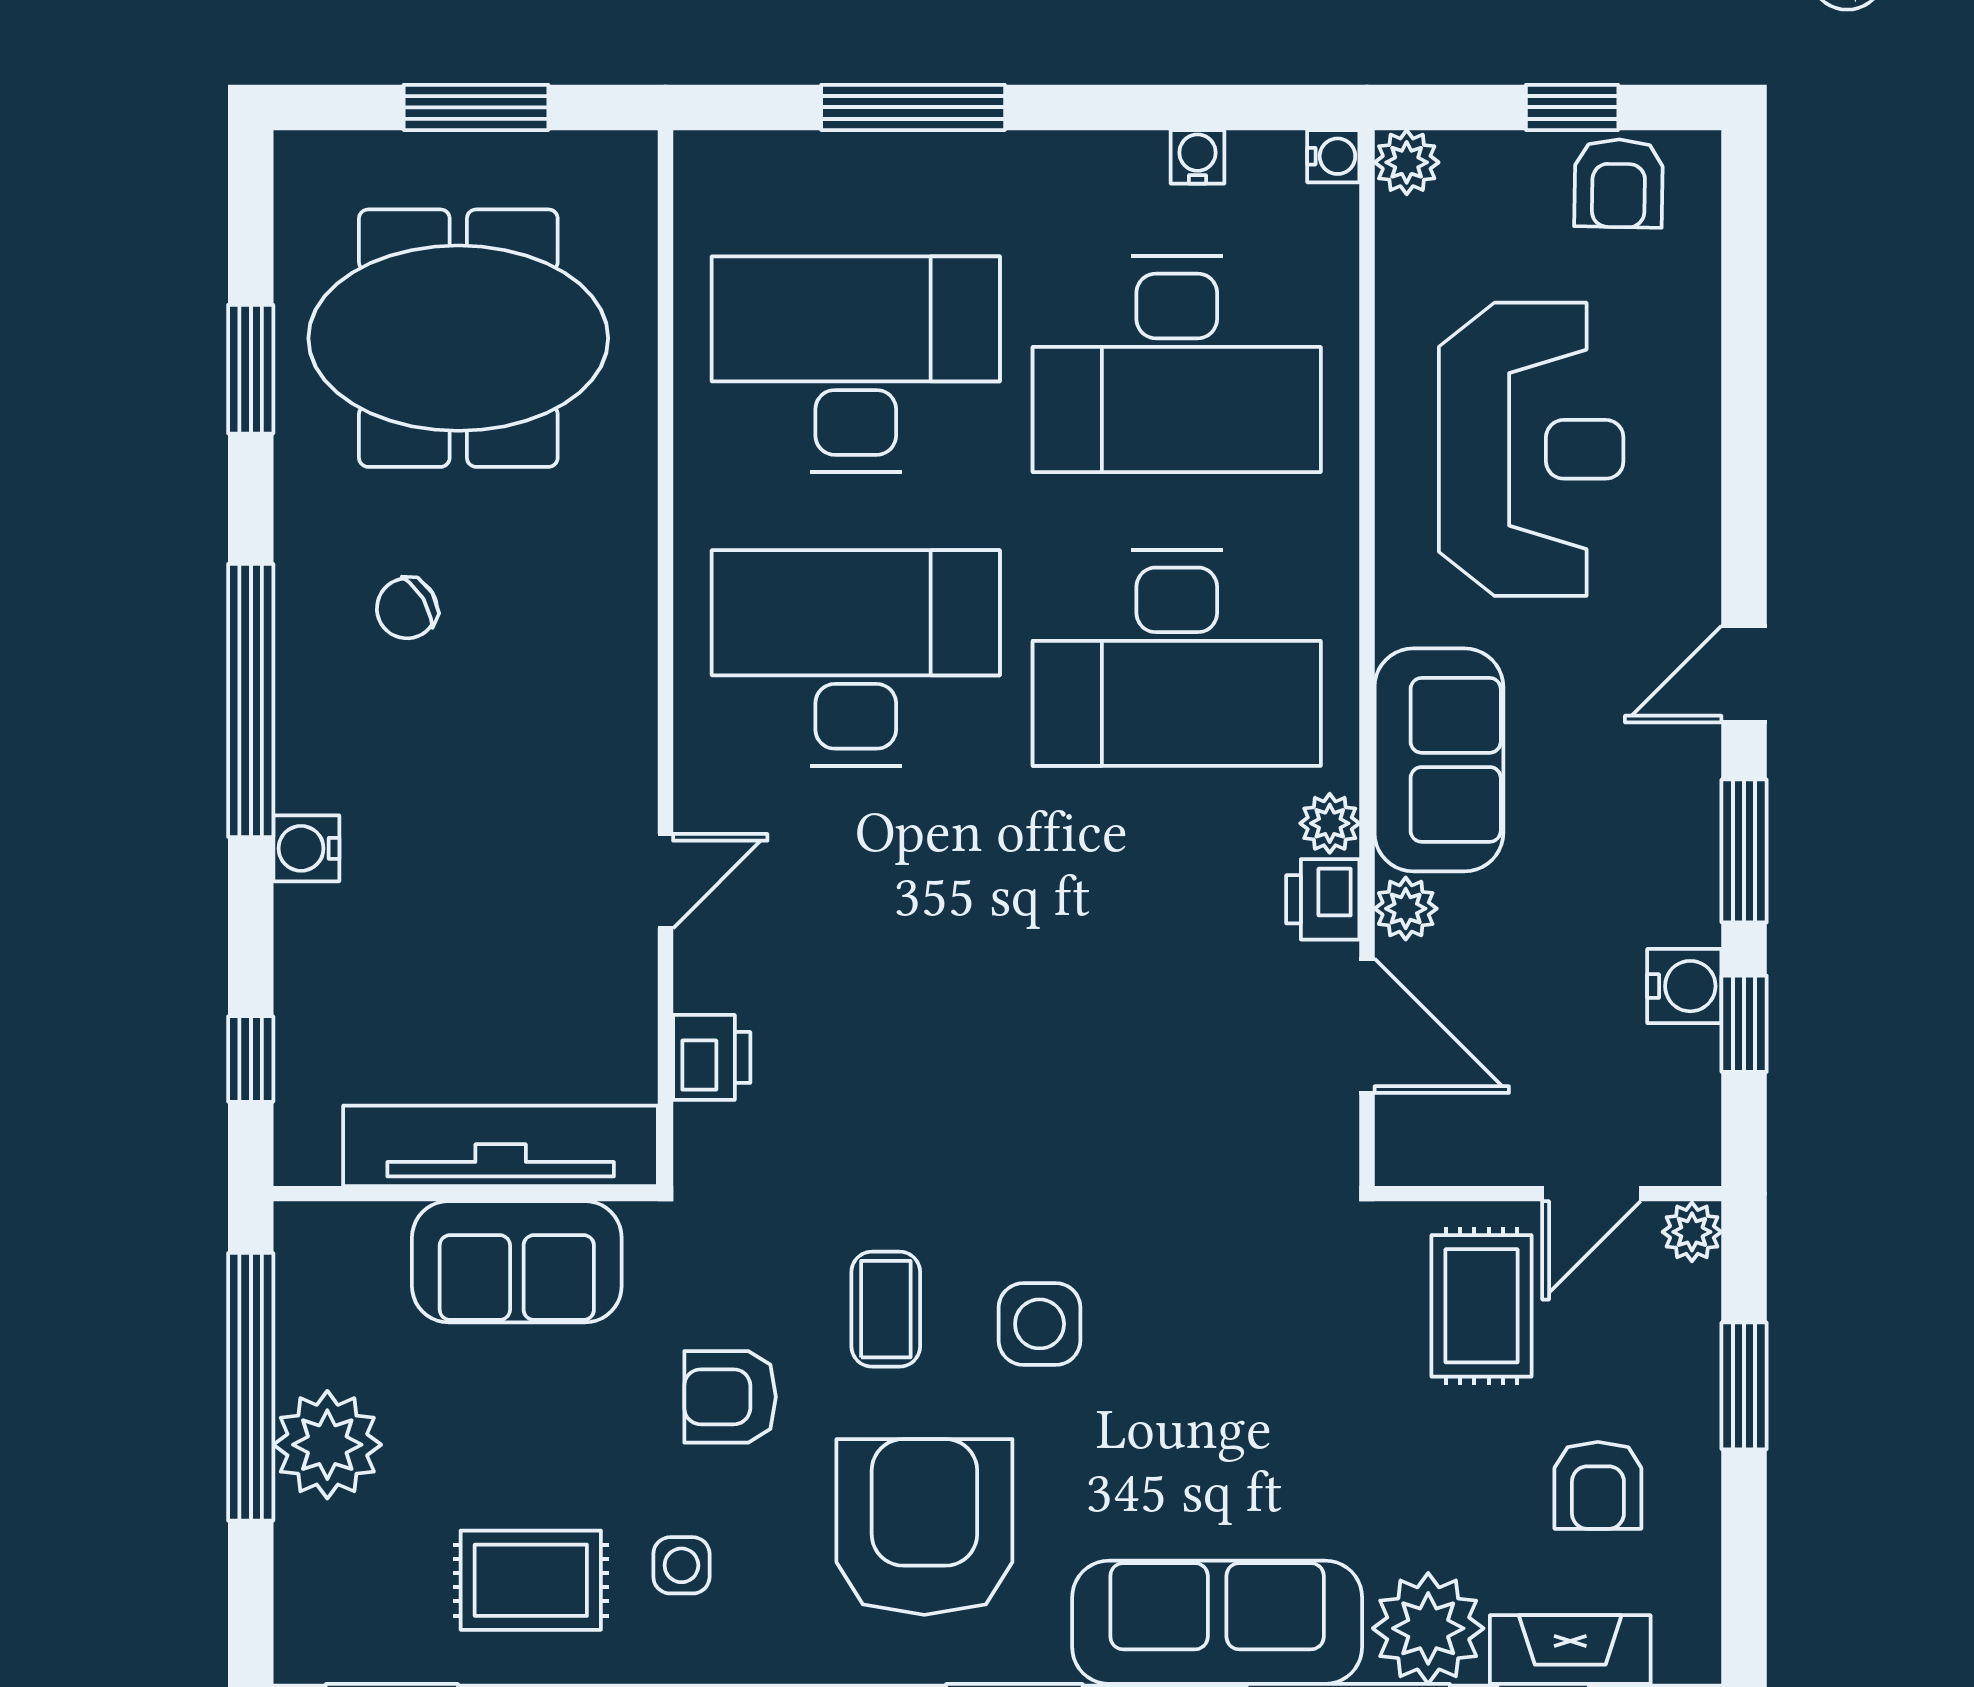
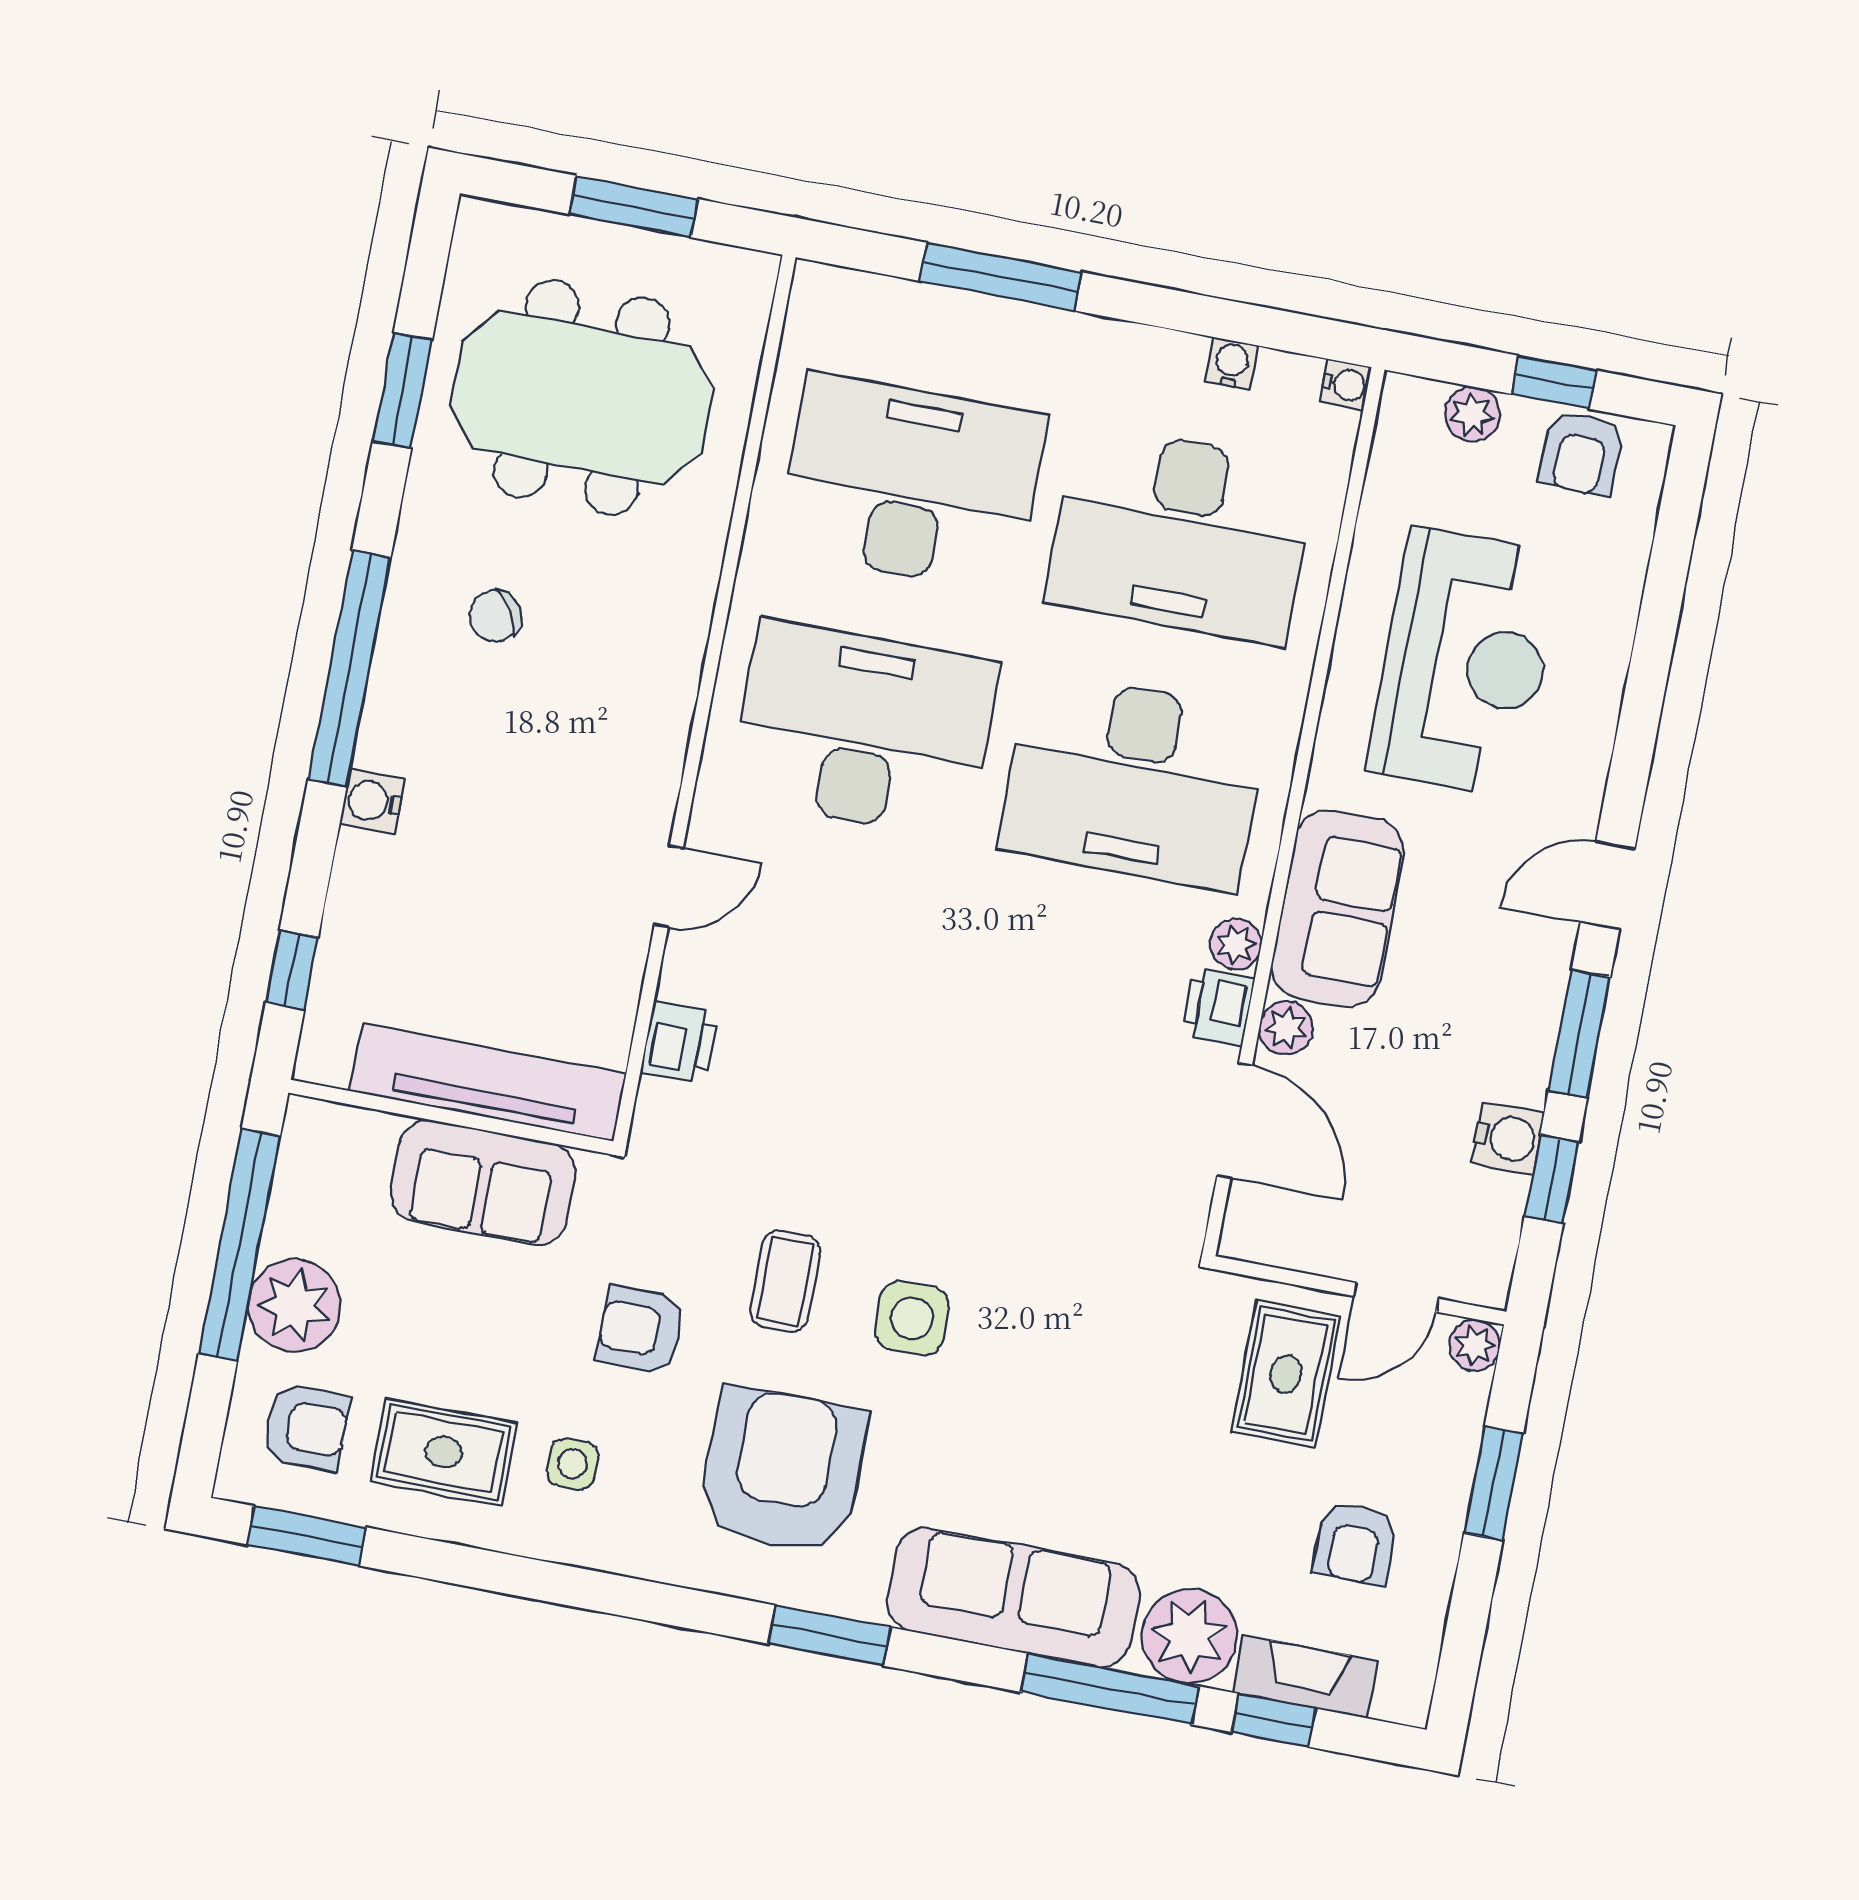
plant: (1407, 162) -> (1472, 414), moved
armchair: (367, 1582) -> (306, 1427), added

